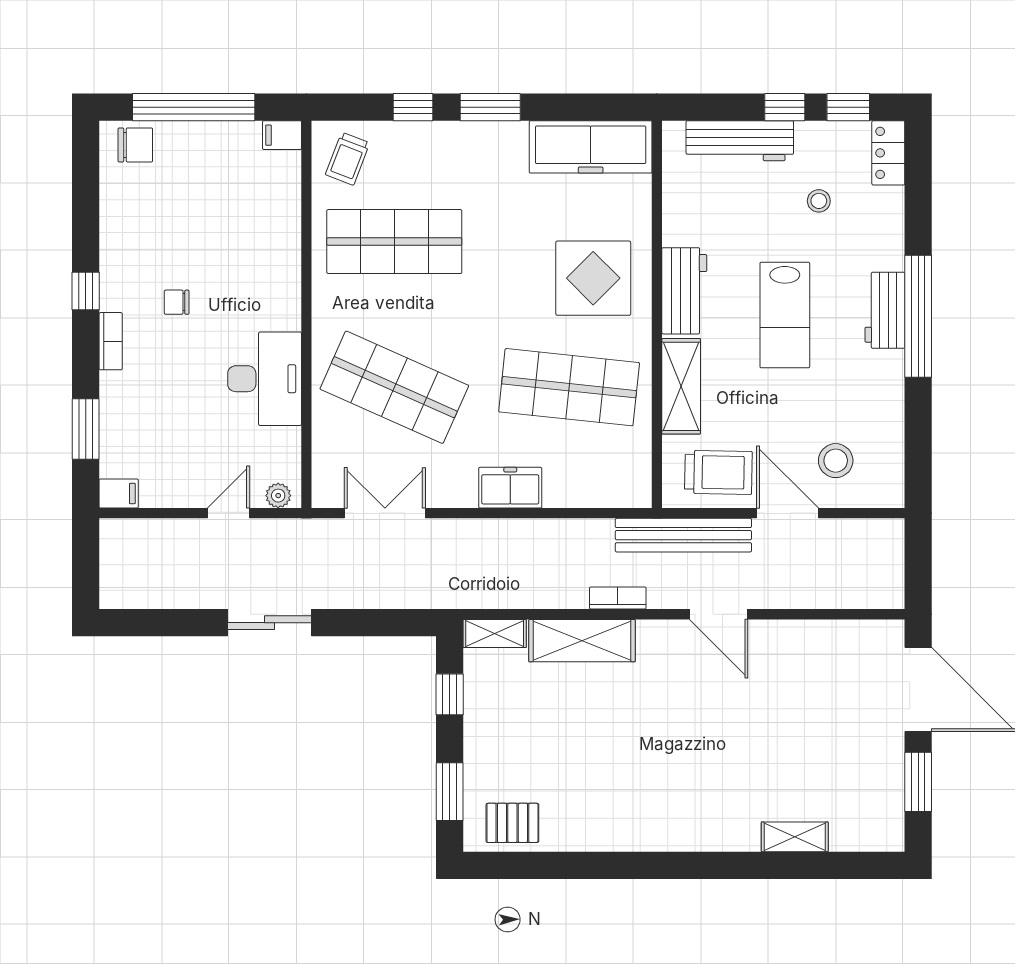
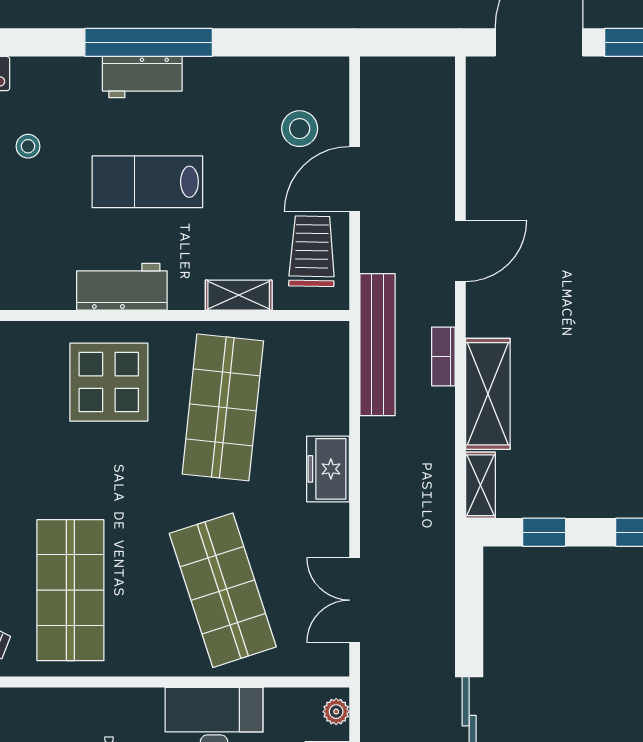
lab bench: (785, 315) -> (147, 182), turned 180
shelving: (681, 386) -> (239, 295), width x0.67, depth x0.75
shop shelf: (394, 387) -> (223, 590), turned -42
bench: (683, 535) -> (378, 345), moved

